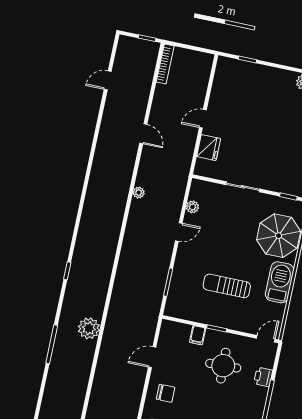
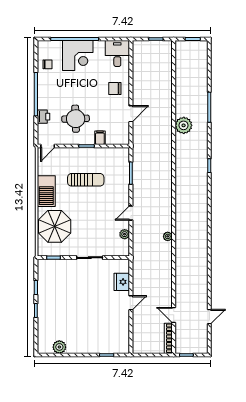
door: (143, 134) -> (174, 315), moved

